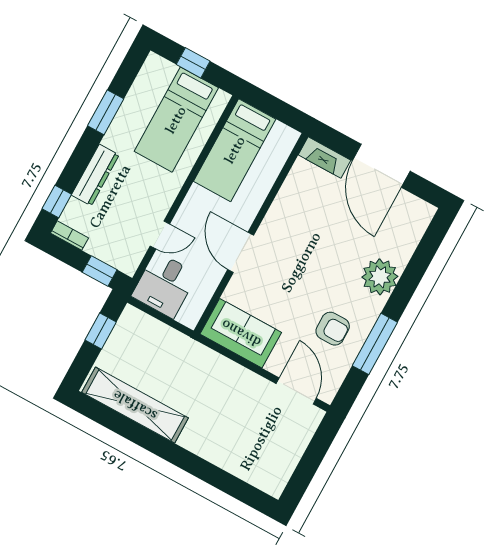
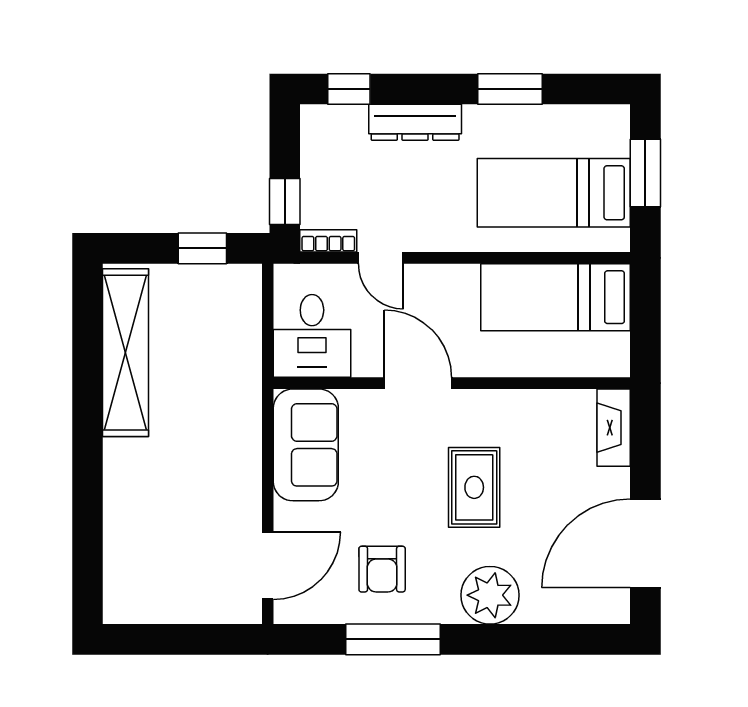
window: (193, 63) -> (645, 173), width x1.50
door: (381, 166) -> (645, 543), moved
bookcase: (69, 235) -> (328, 241), moved, turned -90
door: (241, 252) -> (418, 383), hinge flipped
rug: (315, 253) -> (474, 487), added
desk: (165, 285) -> (312, 336), moved, turned -90

